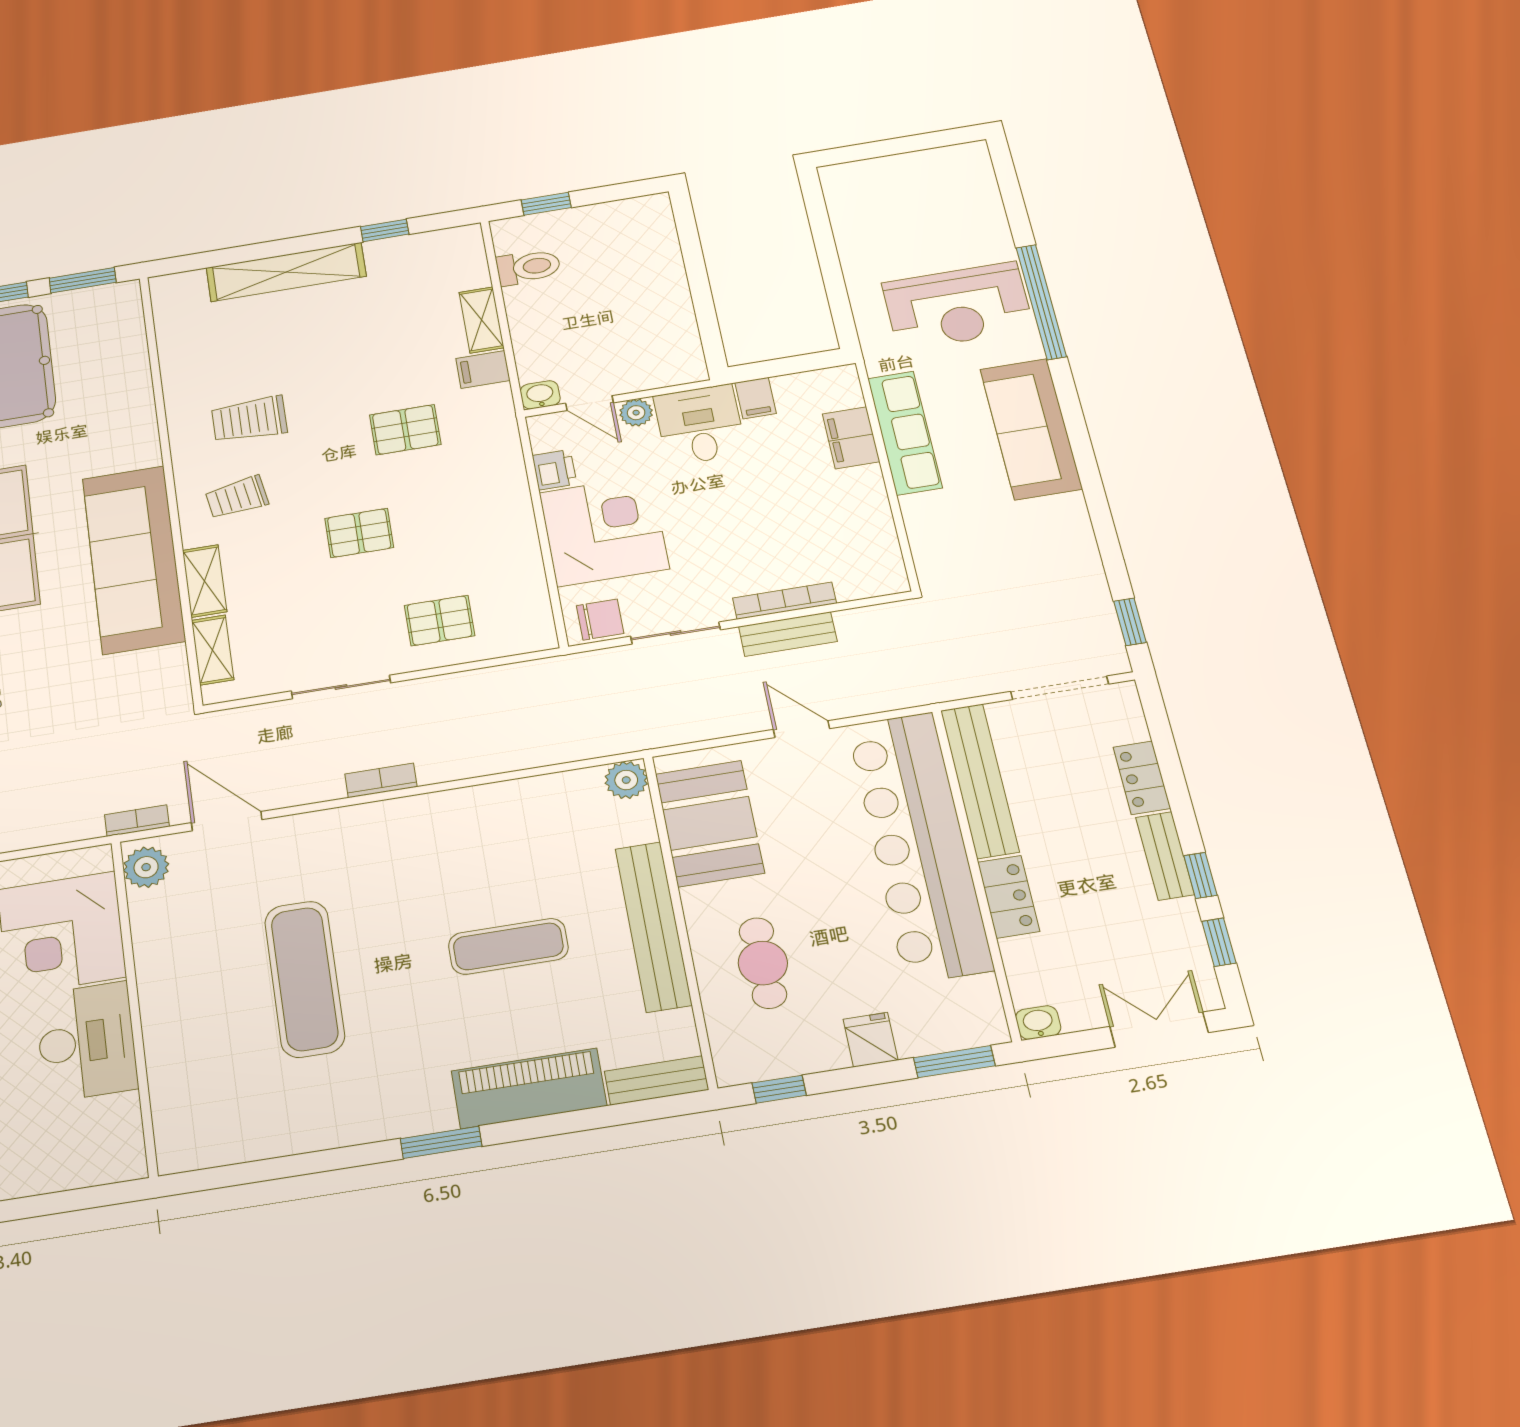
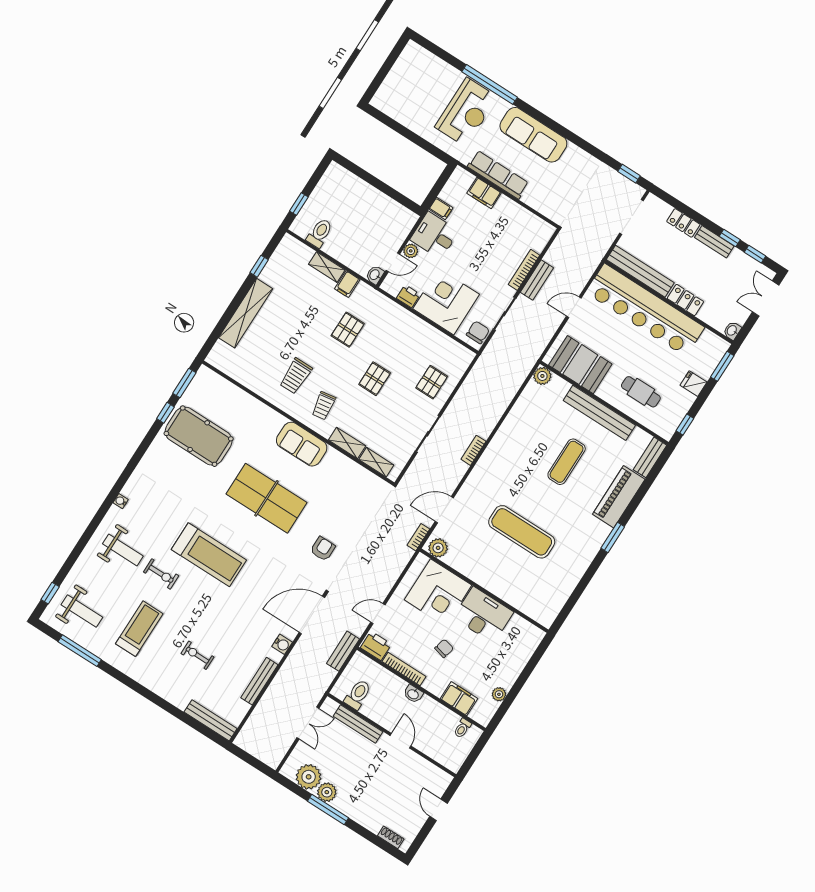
sofa: (134, 559) -> (302, 444), width x0.54, depth x0.79

